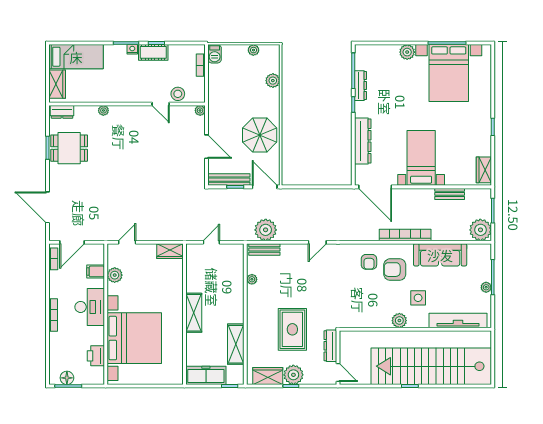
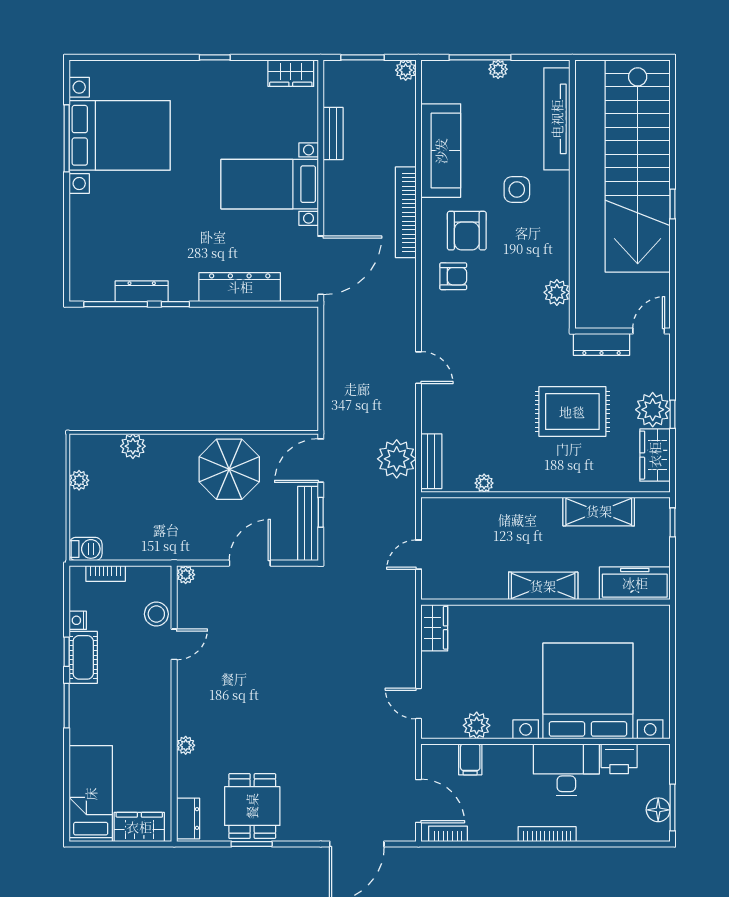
nightstand: (132, 49) -> (78, 620), moved
plant: (407, 52) -> (83, 209), removed
plant: (480, 230) -> (406, 70), width x0.53, depth x0.53
door: (211, 242) -> (418, 555), hinge flipped
desk: (90, 307) -> (566, 770), moved
plant: (399, 321) -> (557, 292), moved
freezer: (206, 375) -> (635, 583), moved, turned 90

